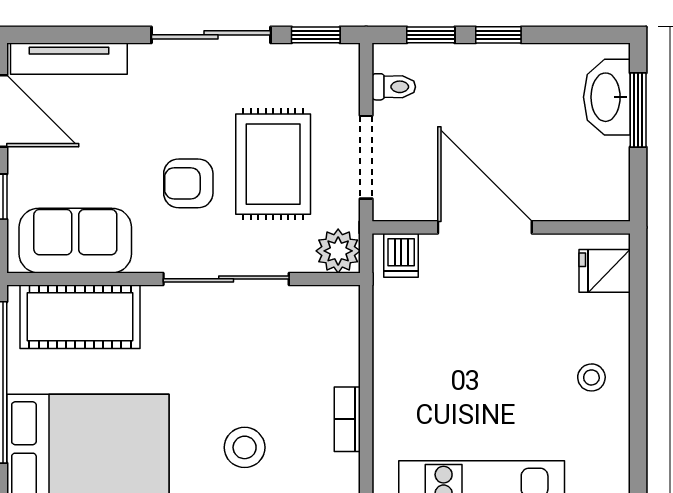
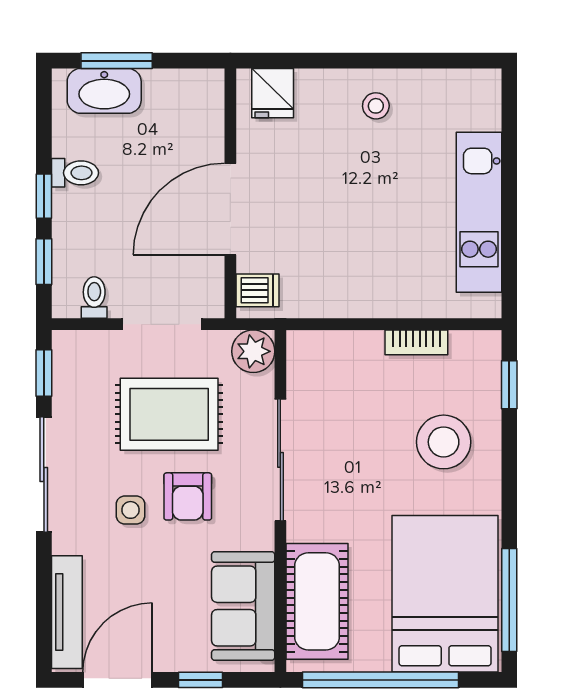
toilet: (522, 67) -> (75, 173), added
side table: (174, 124) -> (131, 510), added
stool: (245, 447) -> (444, 442), width x1.38, depth x1.38

